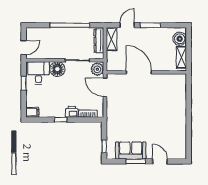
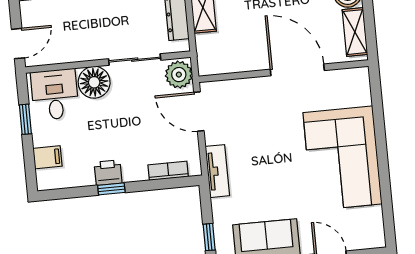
door: (139, 72) -> (297, 70), moved
filing cabinet: (32, 112) -> (48, 157), moved
printer: (72, 112) -> (108, 173), moved
tv unit: (111, 116) -> (217, 171), added
corner sofa: (170, 116) -> (342, 158), added

